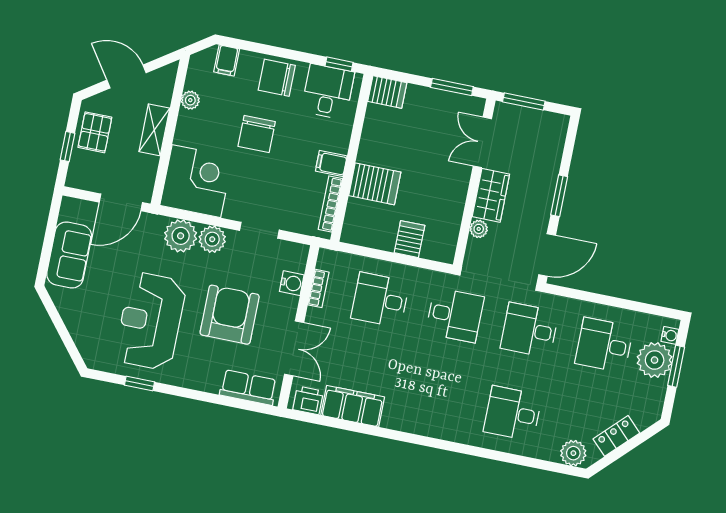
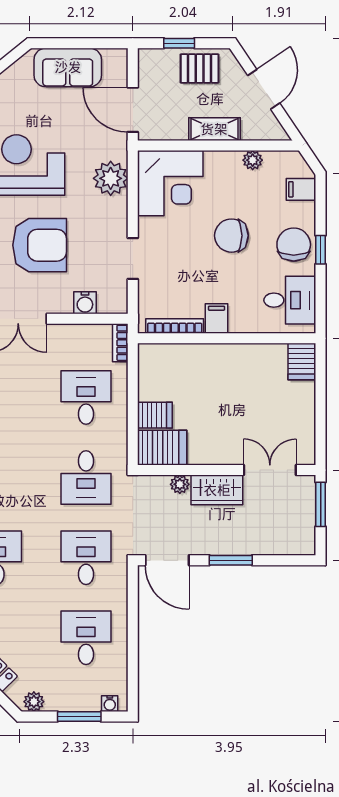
window: (339, 64) -> (321, 250), moved
window: (452, 87) -> (321, 427), removed
server rack: (375, 184) -> (162, 448), moved, turned -90
plant: (212, 239) -> (114, 212), removed
bookcase: (318, 288) -> (120, 343), moved, turned 90
plant: (655, 360) -> (34, 702), moved, width x0.53, depth x0.53

